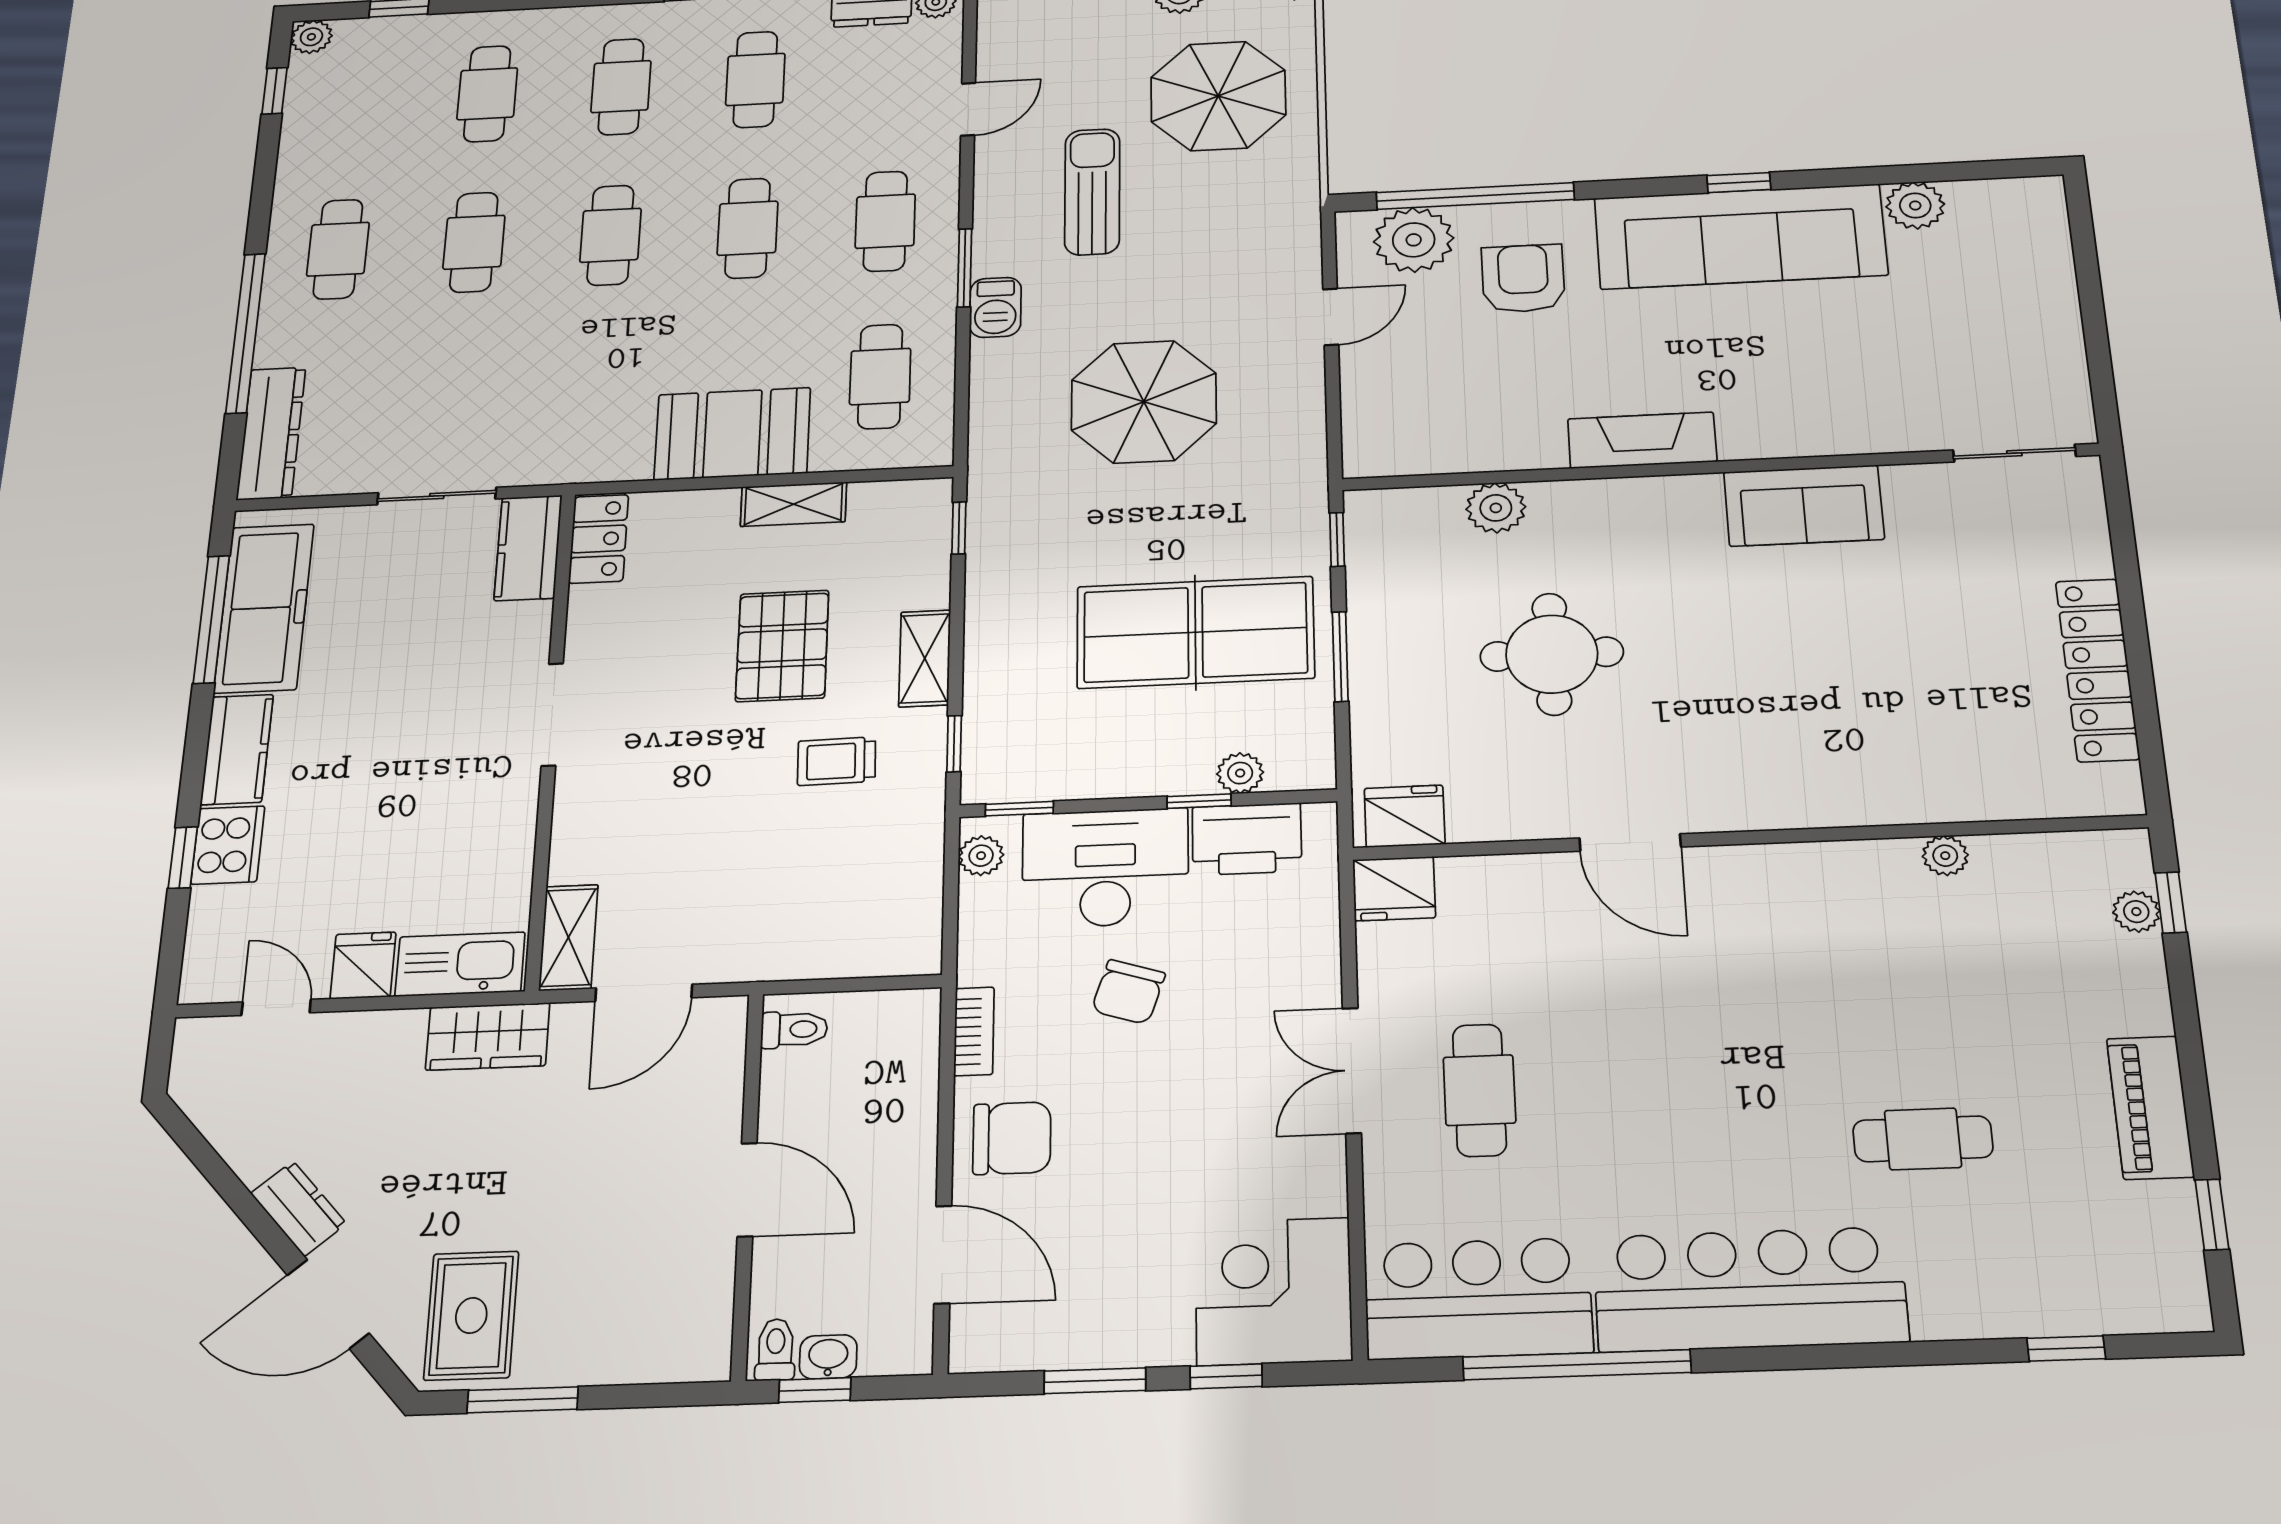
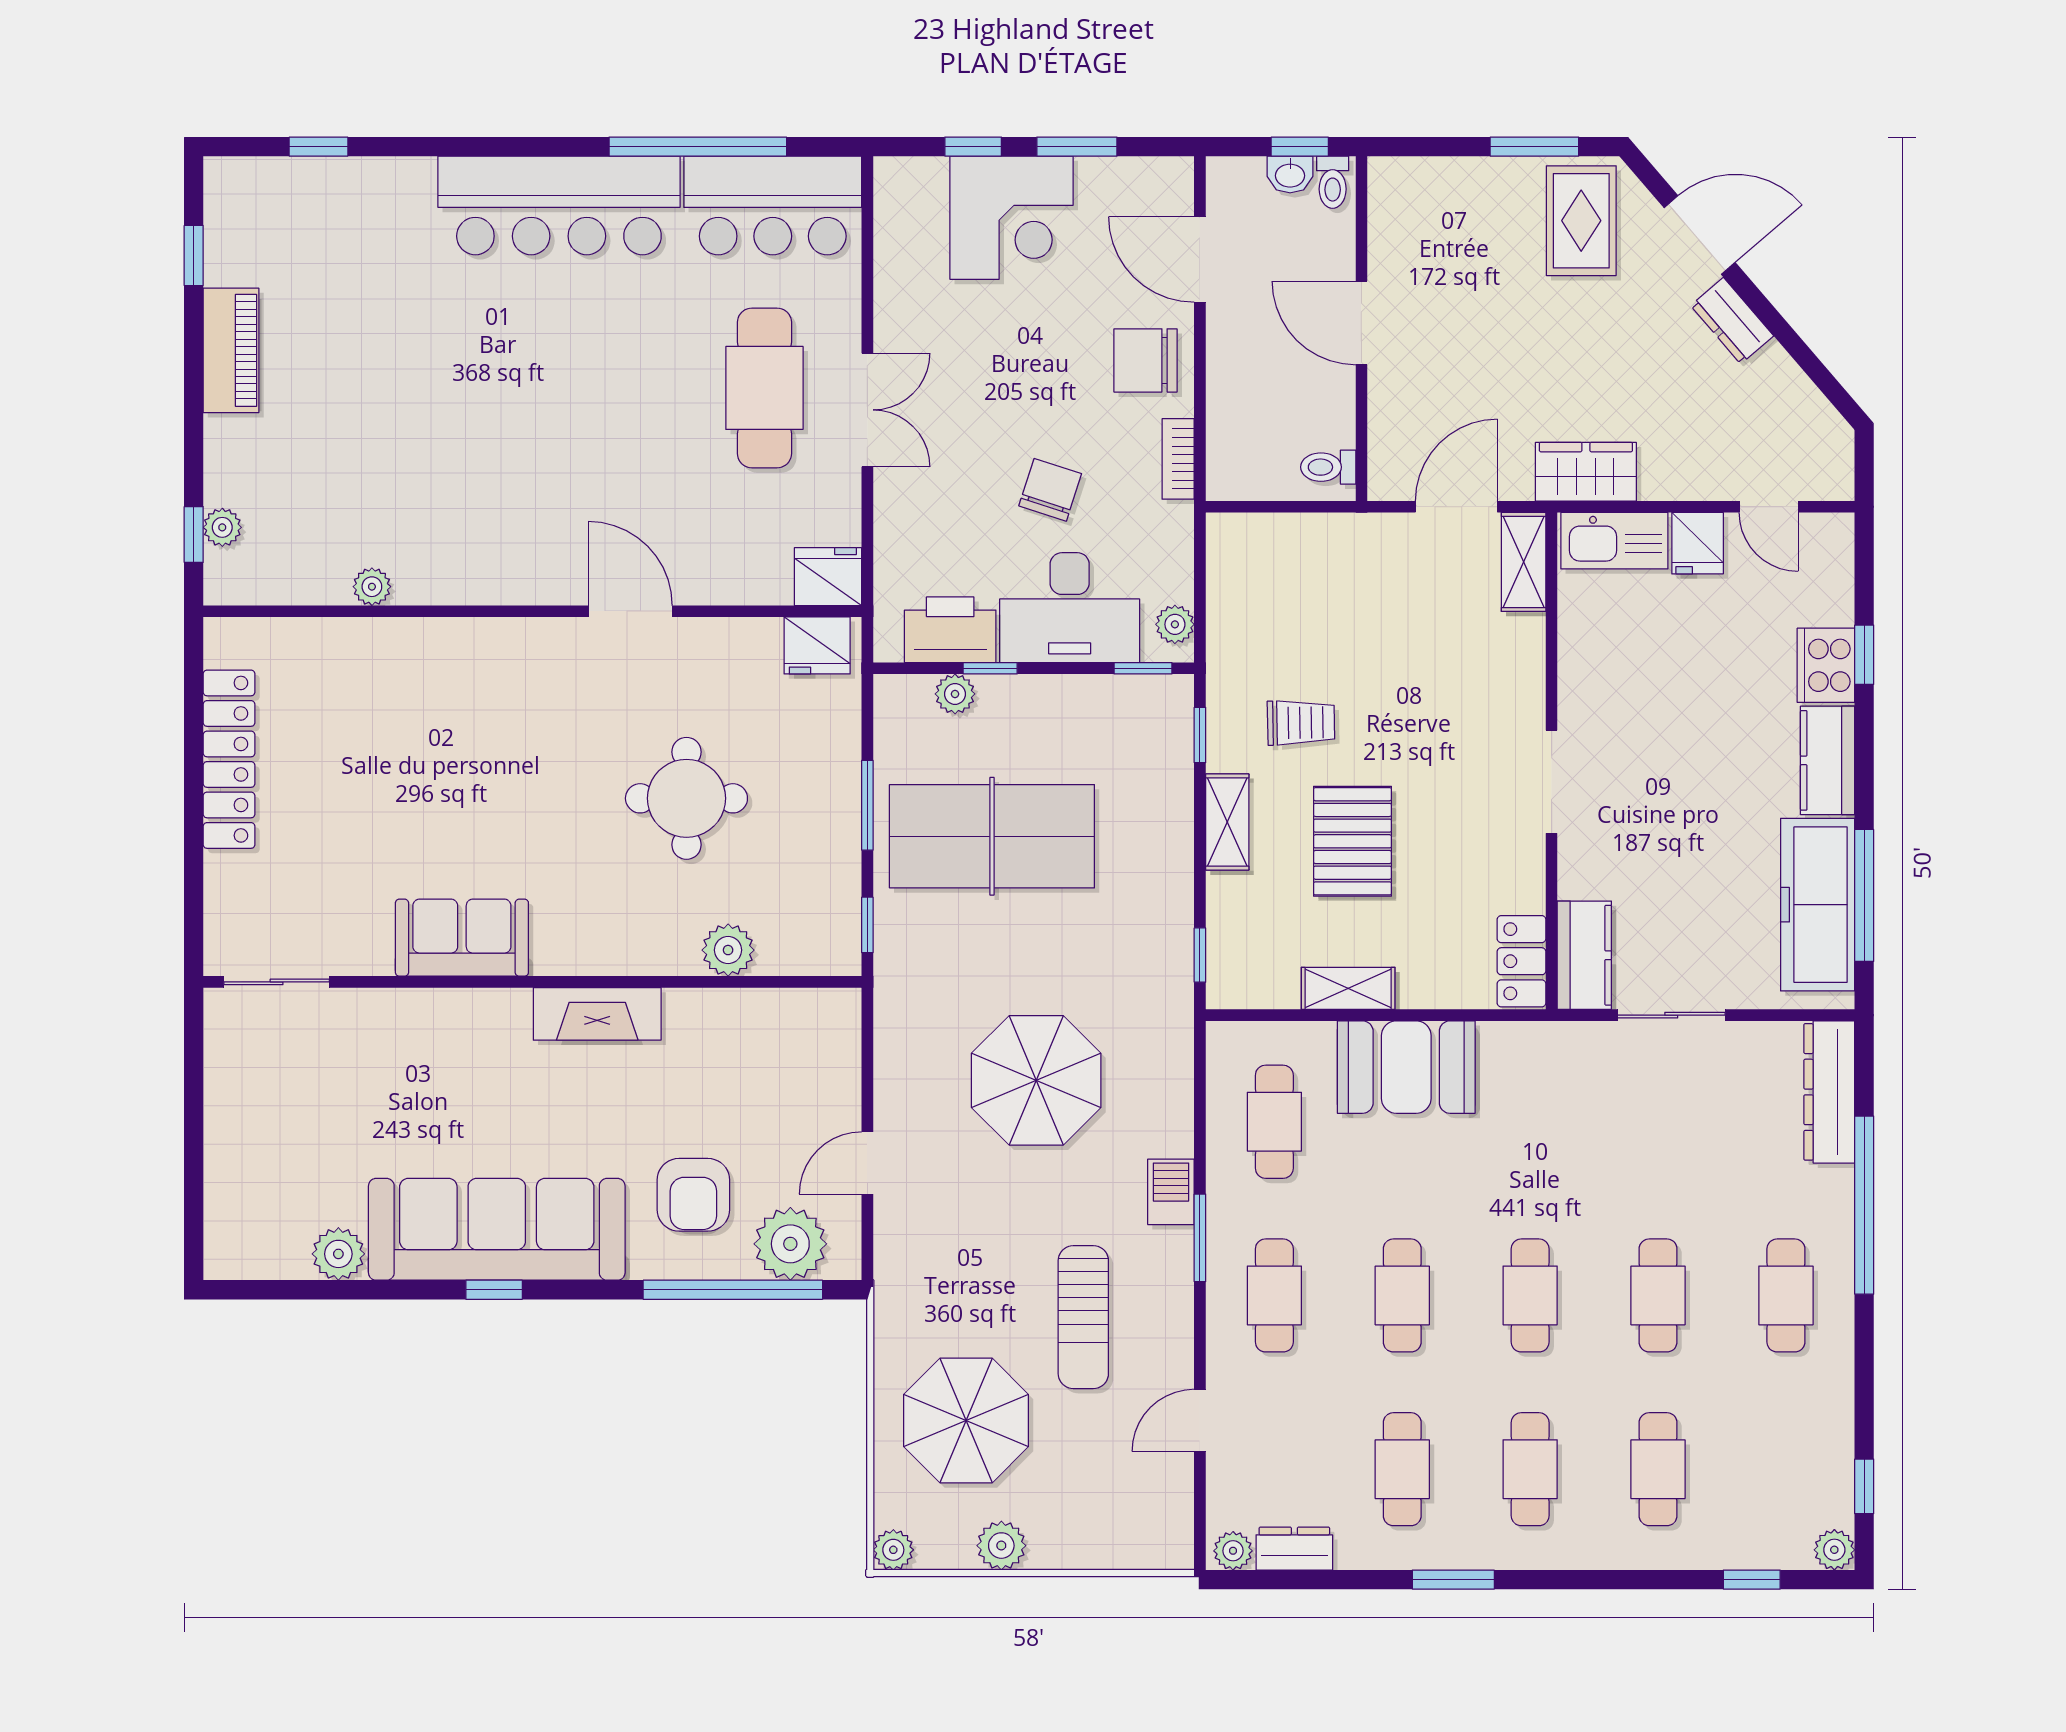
cafe table: (1479, 1090) -> (764, 388), width x1.37, depth x1.35
cafe table: (1923, 1139) -> (413, 330), removed
corner desk: (1273, 1291) -> (1011, 218), moved

